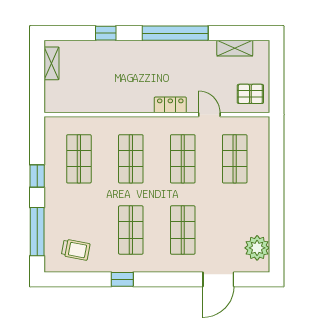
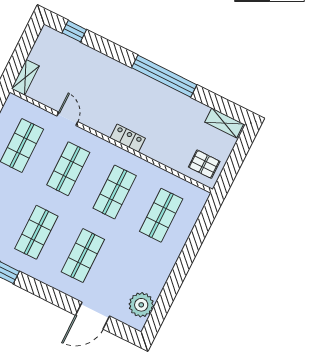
window: (106, 33) -> (74, 31), moved
shelving: (235, 48) -> (224, 123), moved
shelving: (51, 63) -> (25, 77), moved
door: (209, 115) -> (67, 119), moved

